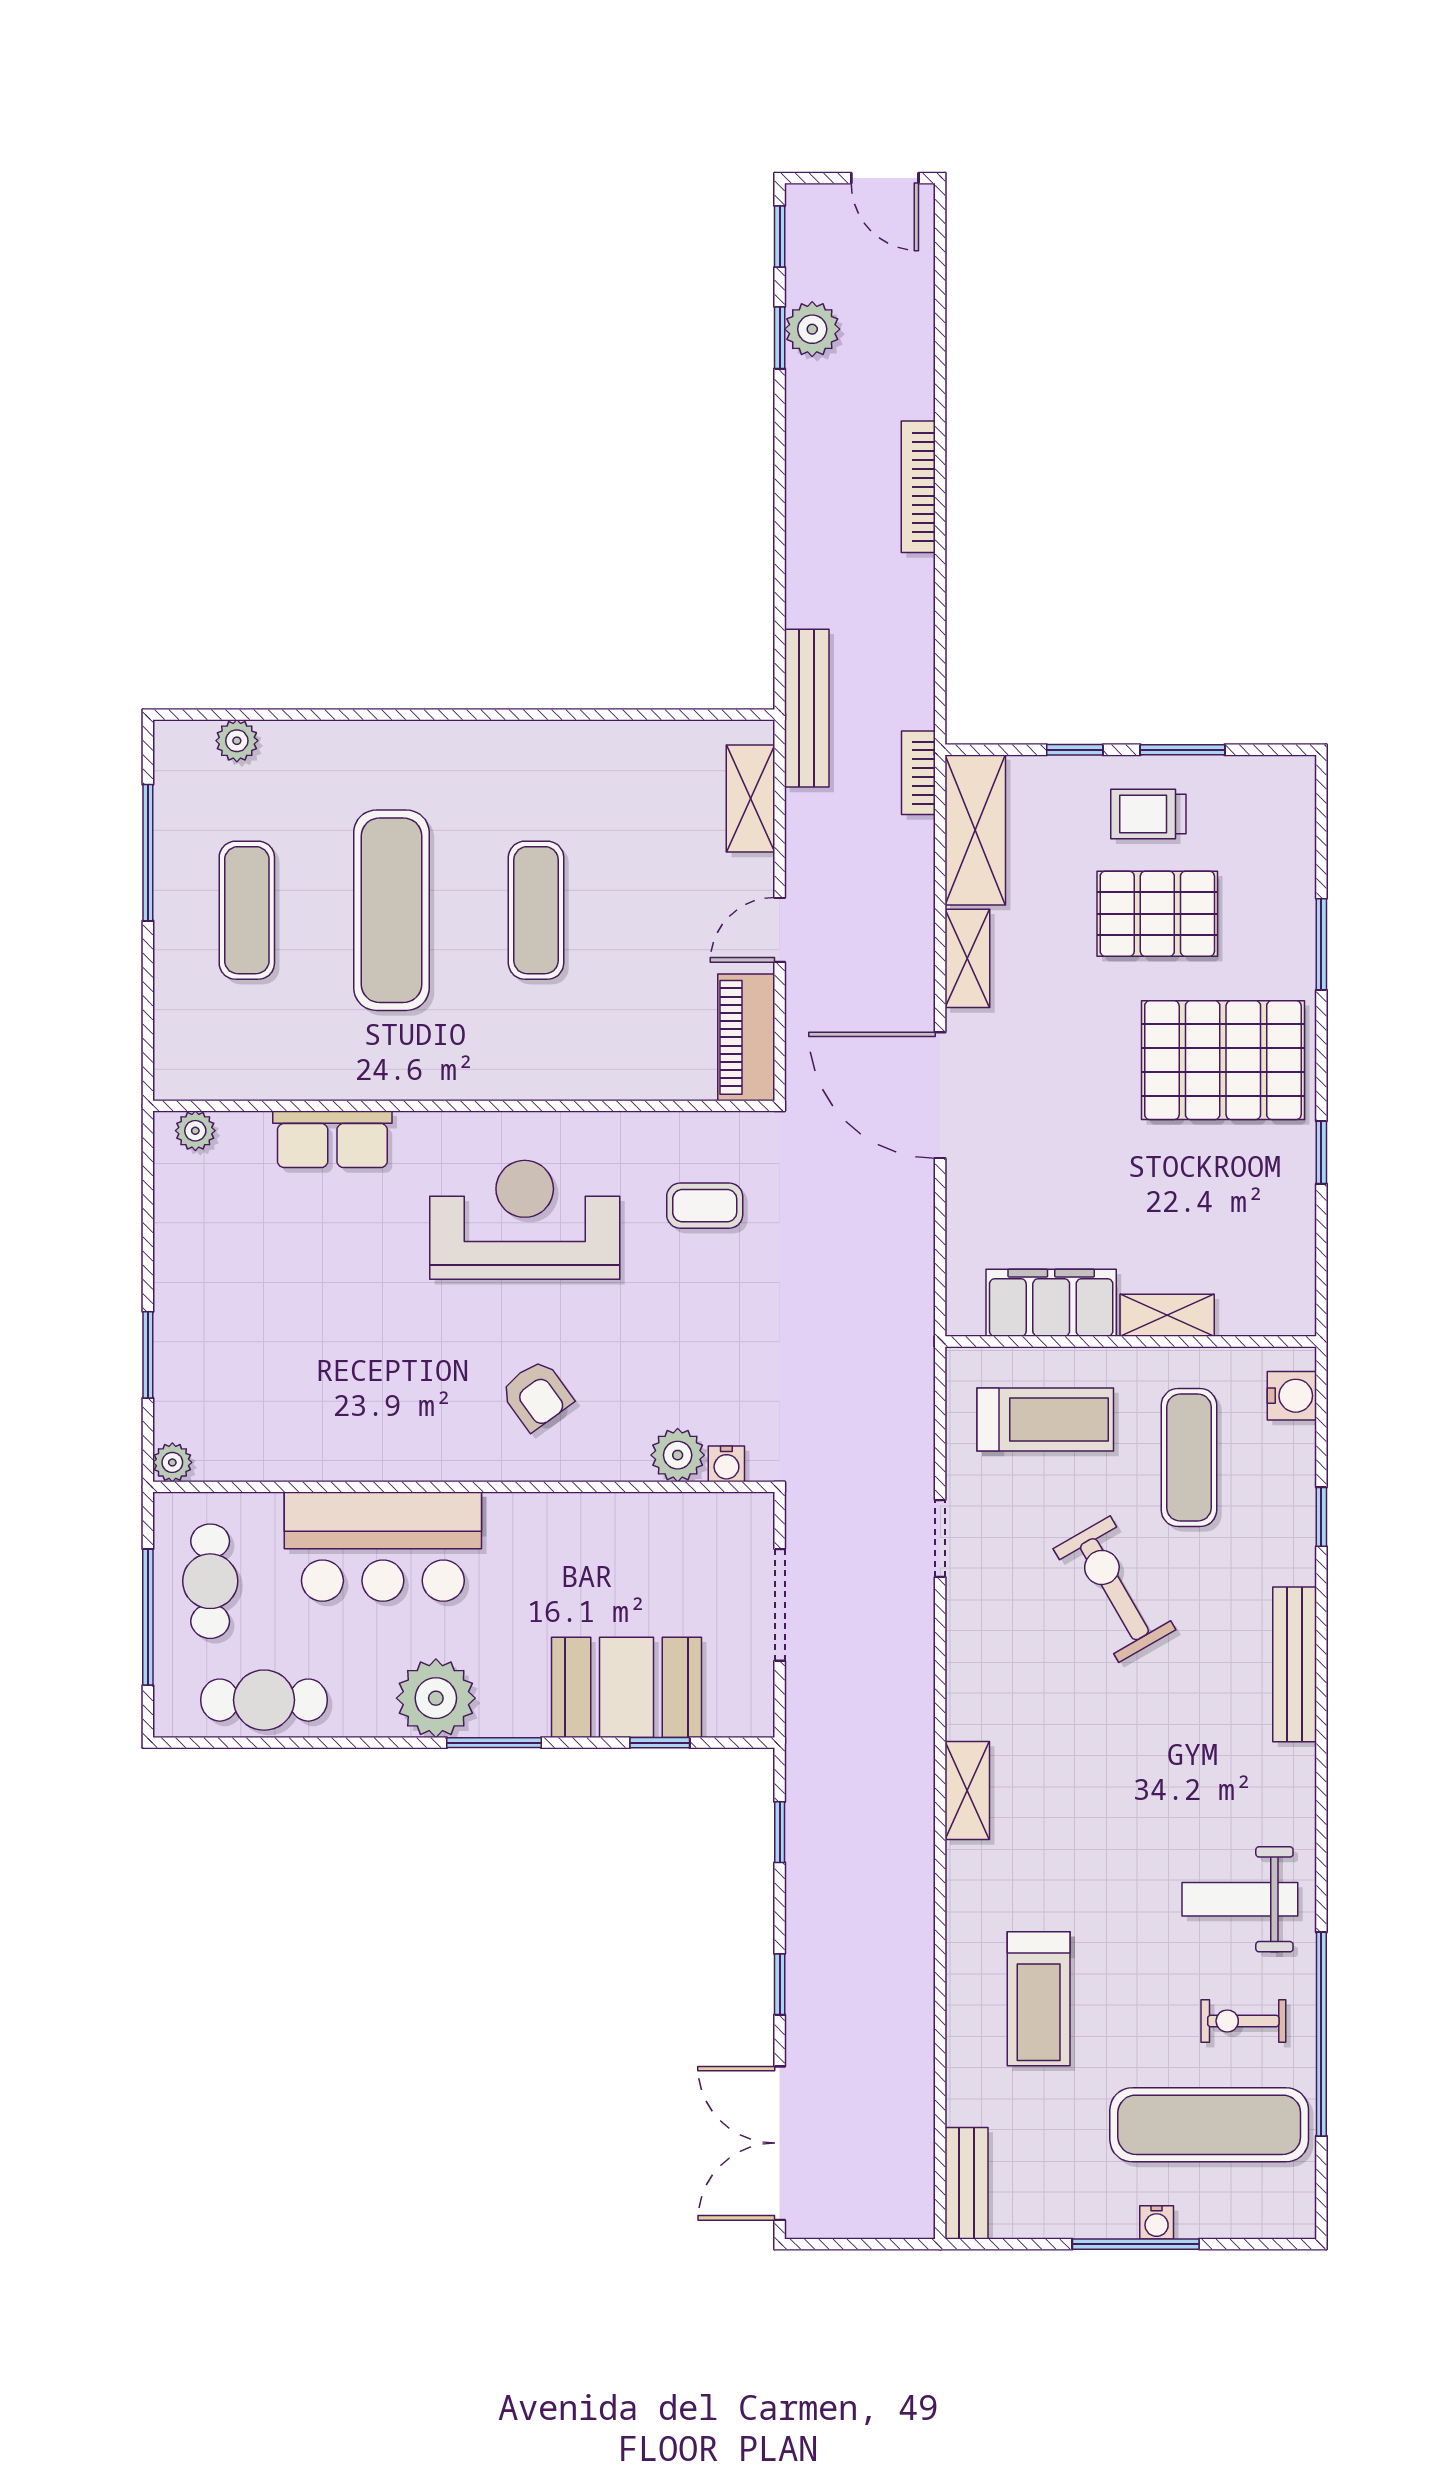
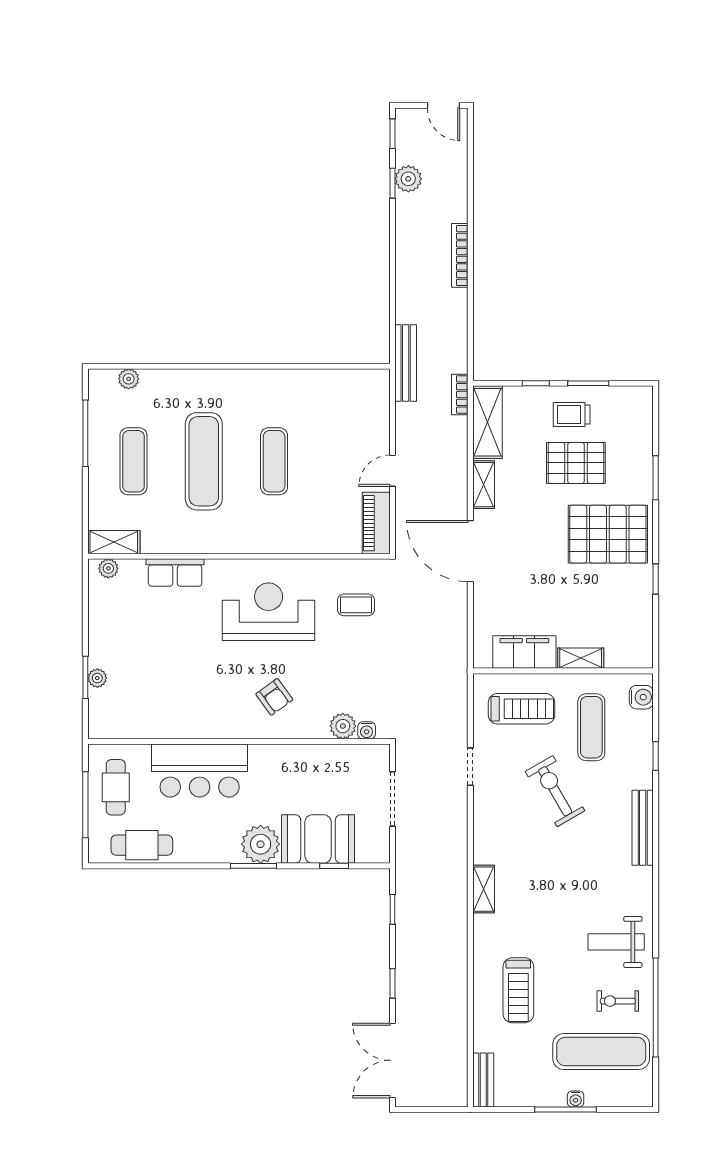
shelving: (751, 798) -> (114, 542), moved, turned 90
plant: (172, 1462) -> (97, 678), moved
plant: (436, 1698) -> (261, 844), moved

